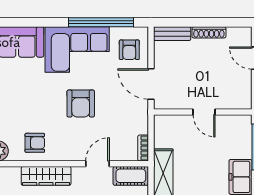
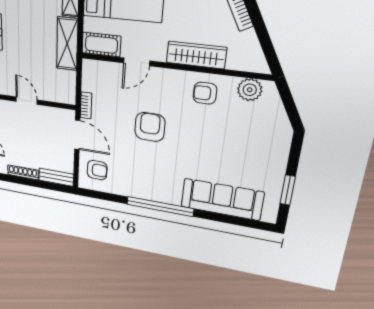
window: (101, 22) -> (160, 207), moved
corner sofa: (77, 49) -> (149, 179), removed
armchair: (129, 50) -> (97, 170), turned 91
bookcase: (143, 148) -> (86, 105), moved

